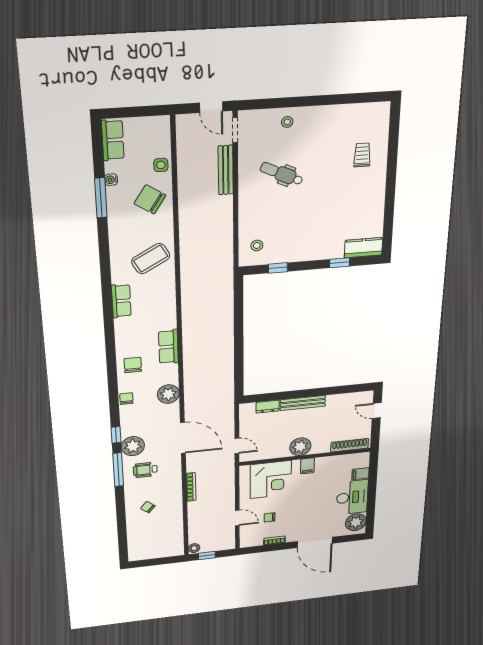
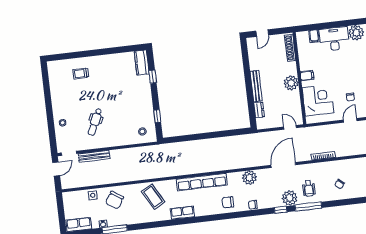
row of seats: (168, 347) -> (202, 182), width x2.02
door: (237, 446) -> (290, 127), hinge flipped

